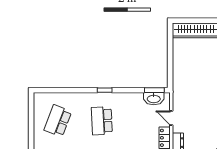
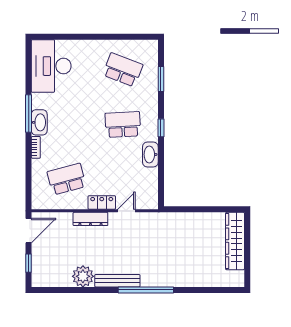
window: (154, 90) -> (161, 79), moved
washbasin: (154, 99) -> (150, 154), moved

